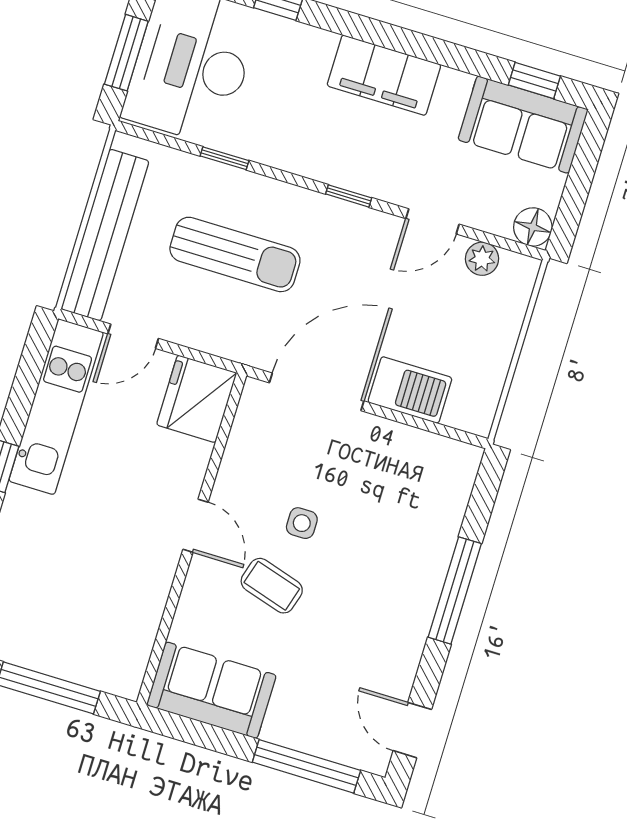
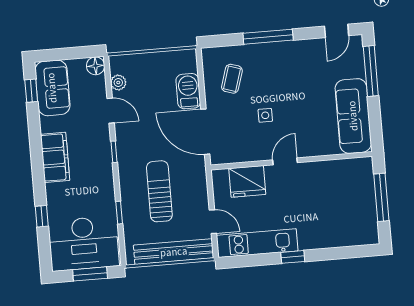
fridge: (197, 399) -> (247, 181), moved
coffee table: (272, 586) -> (232, 79), moved
sofa: (212, 690) -> (353, 116), width x1.36

